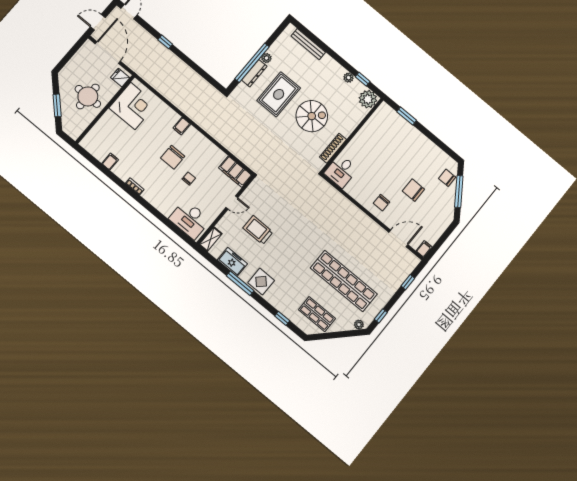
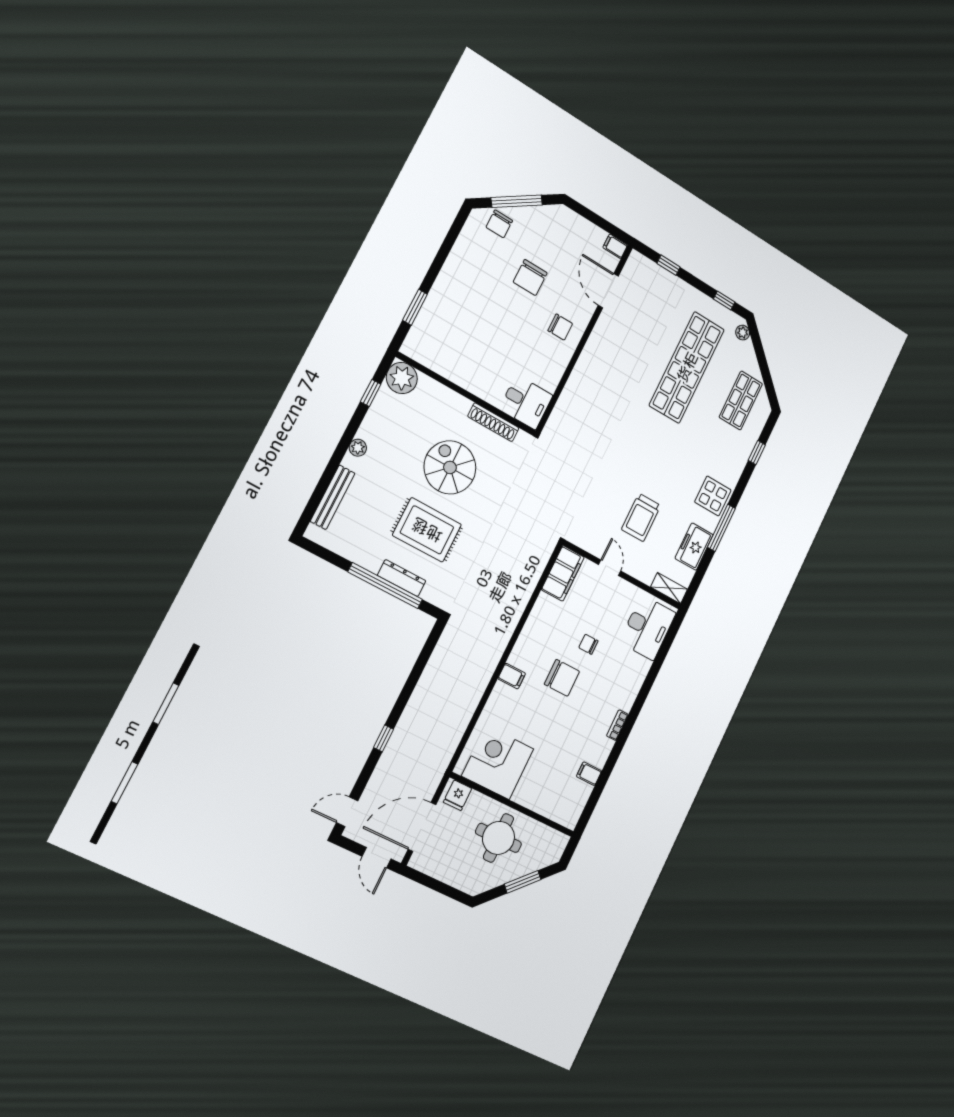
plant: (266, 58) -> (372, 563), removed
plant: (349, 78) -> (358, 448), moved

